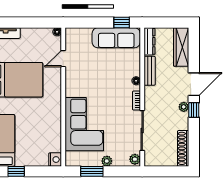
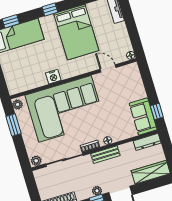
sofa: (116, 38) -> (143, 117), width x0.73
bench: (150, 71) -> (105, 155), moved
corner sofa: (84, 124) -> (65, 109), width x1.36, depth x1.36
nightstand: (55, 160) -> (53, 77), moved
plant: (107, 161) -> (18, 105), moved

